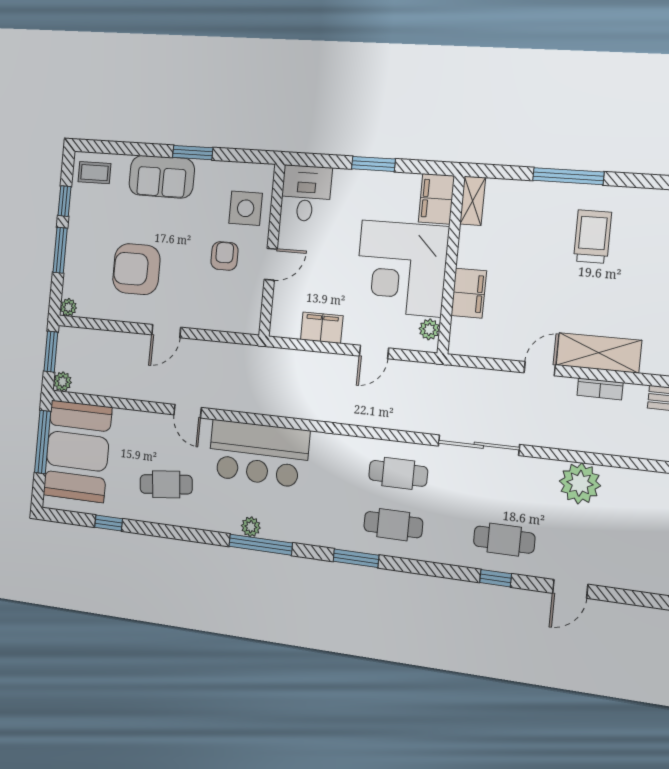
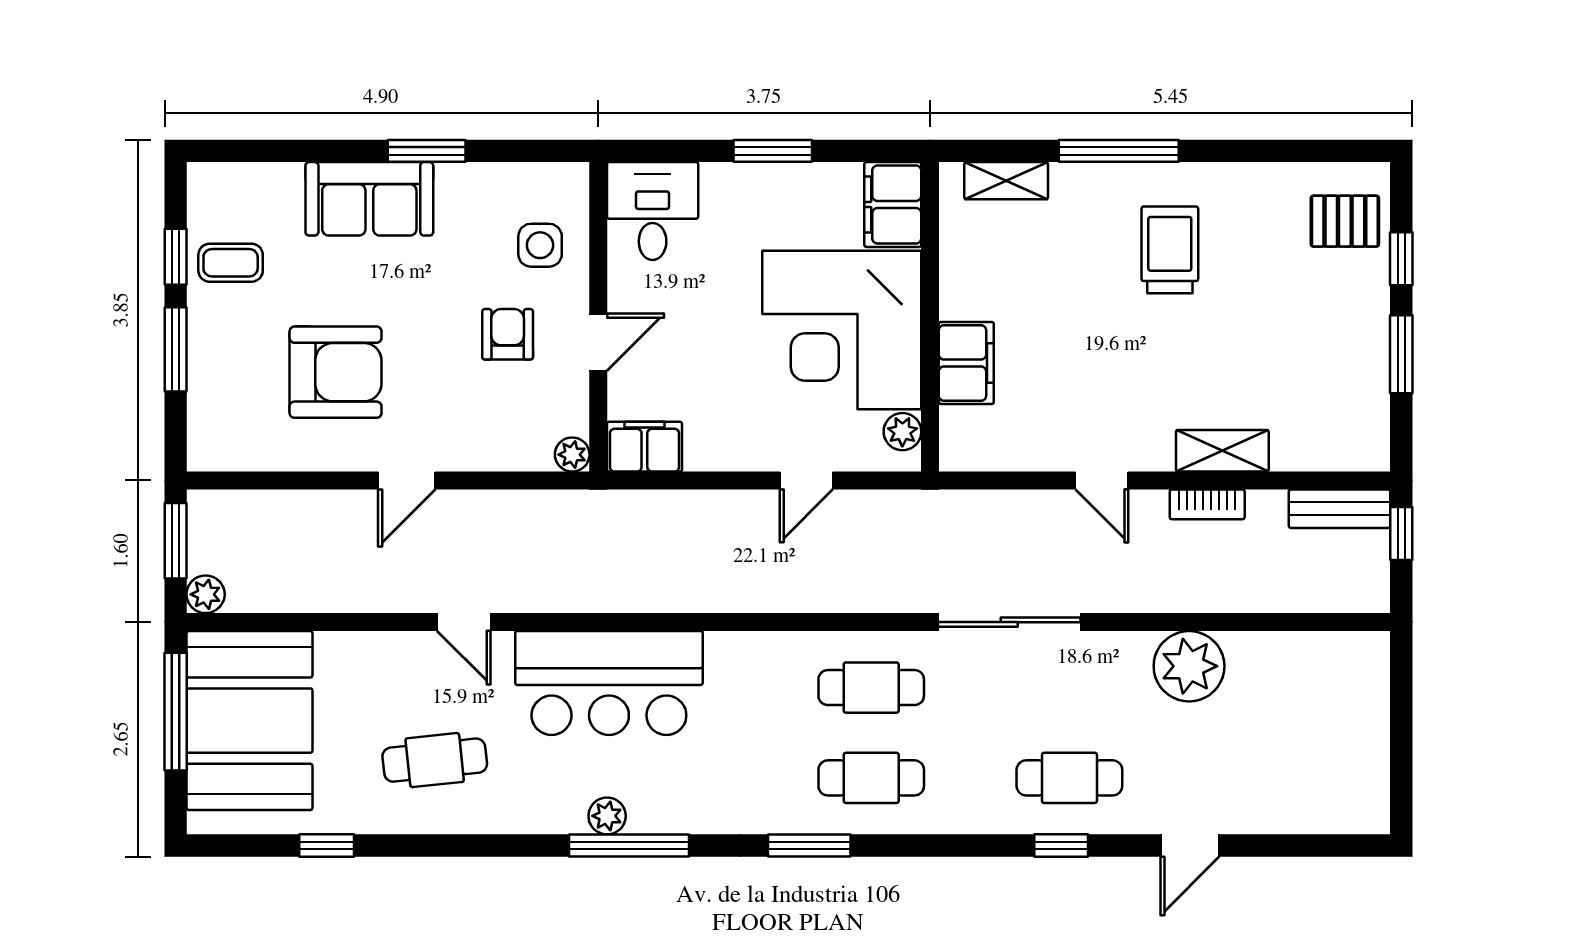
coffee table: (94, 173) -> (231, 263), moved
shelving: (473, 201) -> (1006, 181), moved, turned 90
side table: (246, 208) -> (540, 245), width x0.73, depth x0.73
armchair: (136, 269) -> (336, 372), turned 180
plant: (68, 307) -> (572, 455), moved
filing cabinet: (322, 328) -> (644, 447), moved
shelving: (599, 353) -> (1222, 451), width x0.67, depth x0.75
door: (540, 369) -> (1102, 480), swing flipped

